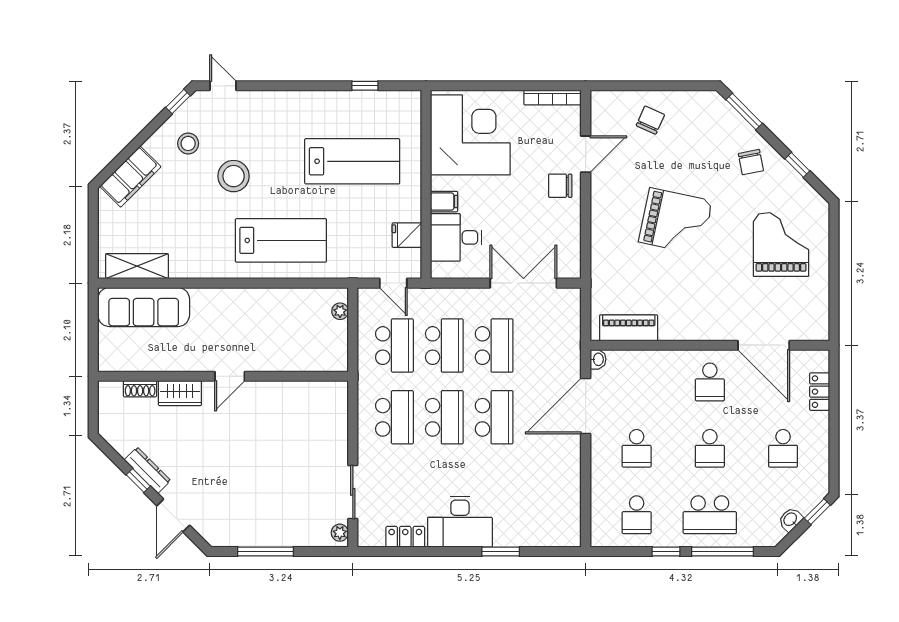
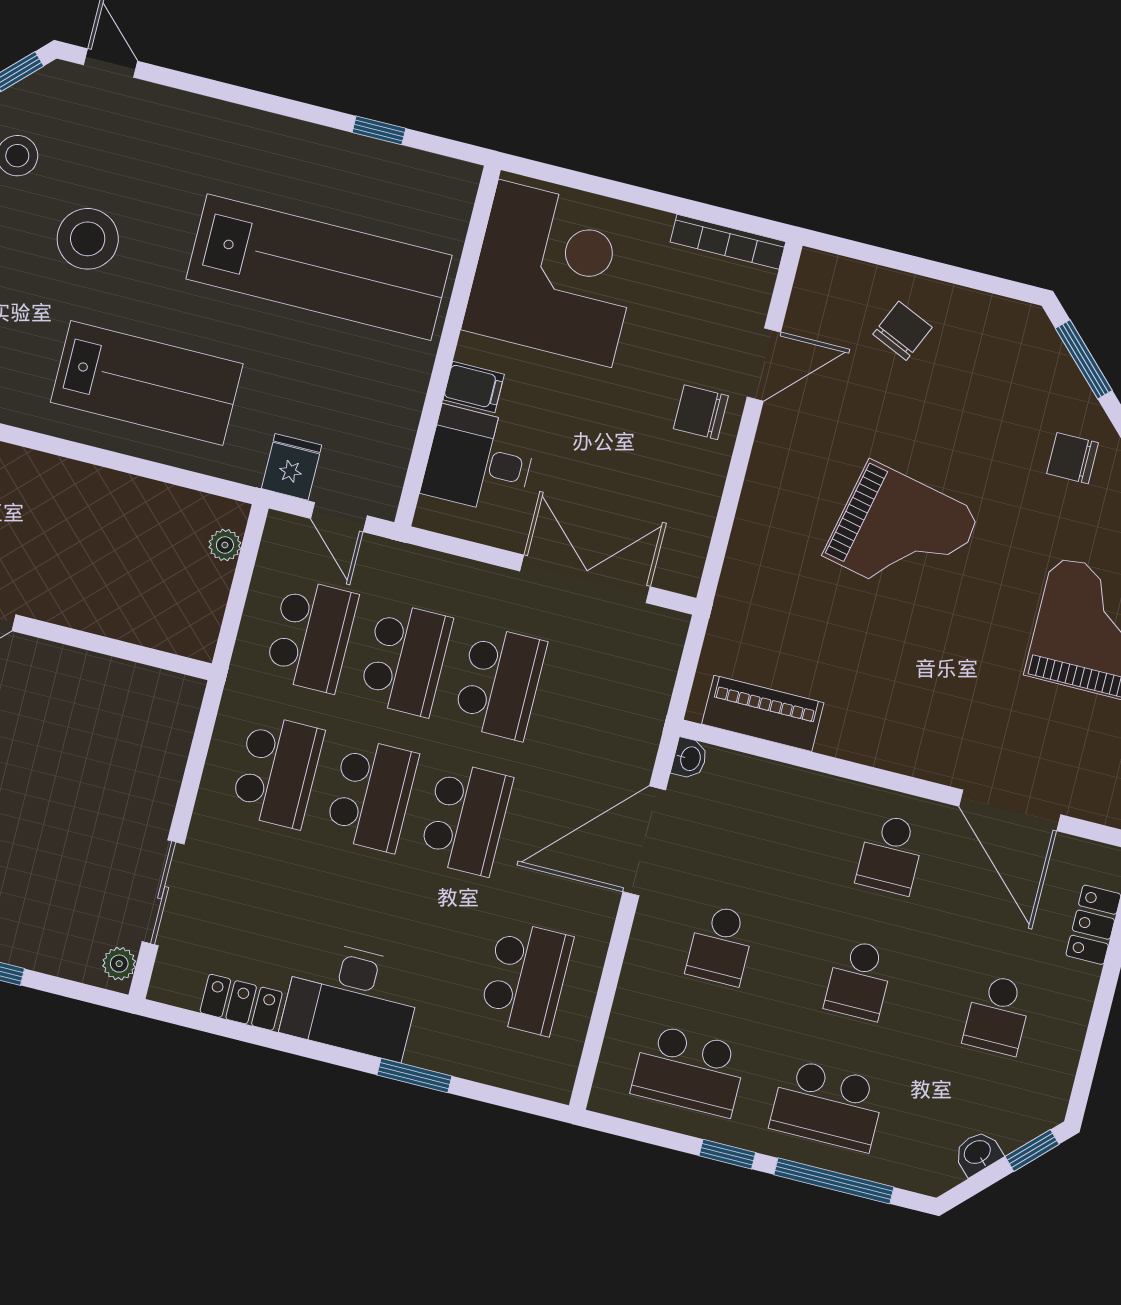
lab bench: (352, 161) -> (319, 267), width x1.36
chair: (751, 162) -> (1073, 458), turned 101
fridge: (407, 235) -> (292, 467), moved, turned 90
school desk: (544, 489) -> (526, 978), added
school desk: (637, 515) -> (689, 1071), width x1.85

